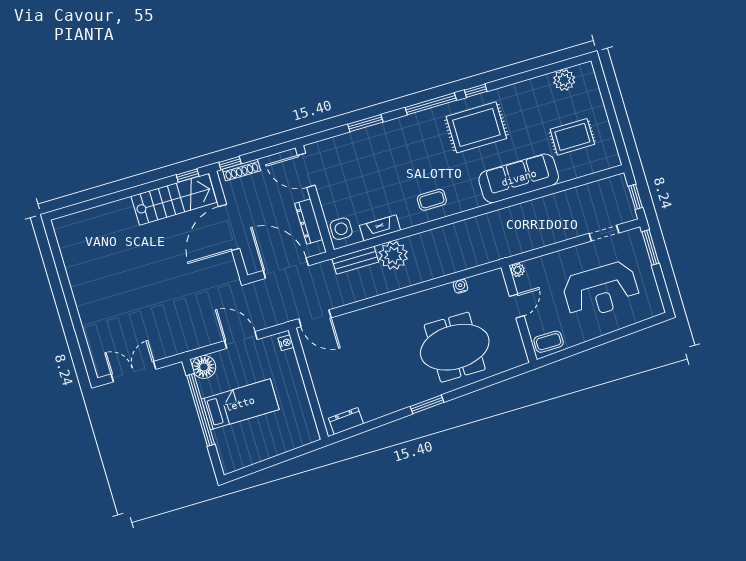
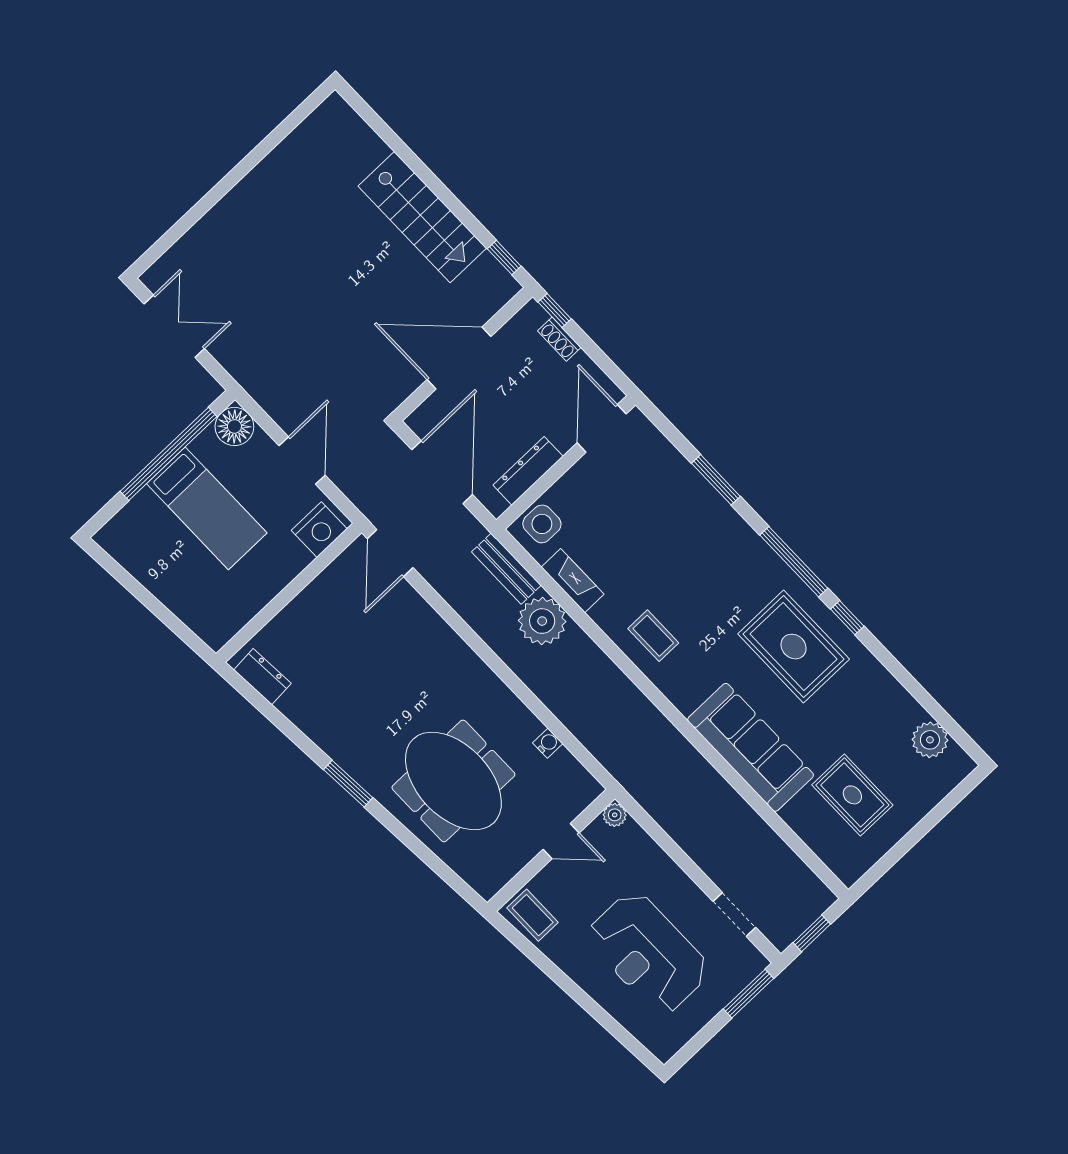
shoe rack: (241, 170) -> (559, 339), width x0.70
stairs: (174, 199) -> (422, 217), moved
nightstand: (286, 343) -> (319, 530), width x1.89, depth x1.79

